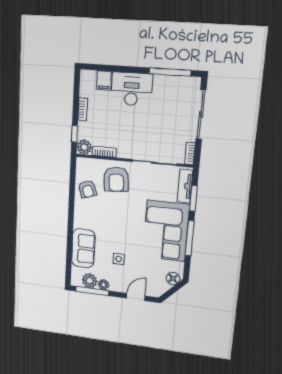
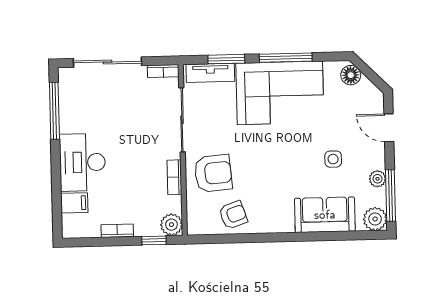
bookcase: (104, 152) -> (174, 177), moved
plant: (90, 281) -> (375, 219), moved

